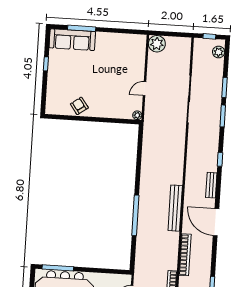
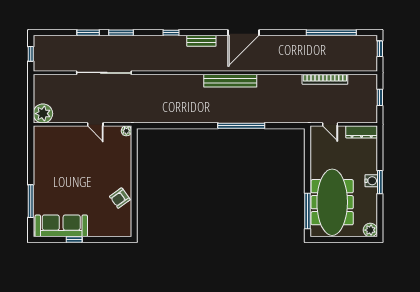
sofa: (72, 40) -> (61, 226), moved, turned -90
plant: (219, 52) -> (48, 42), removed
bookcase: (185, 255) -> (283, 66), removed

